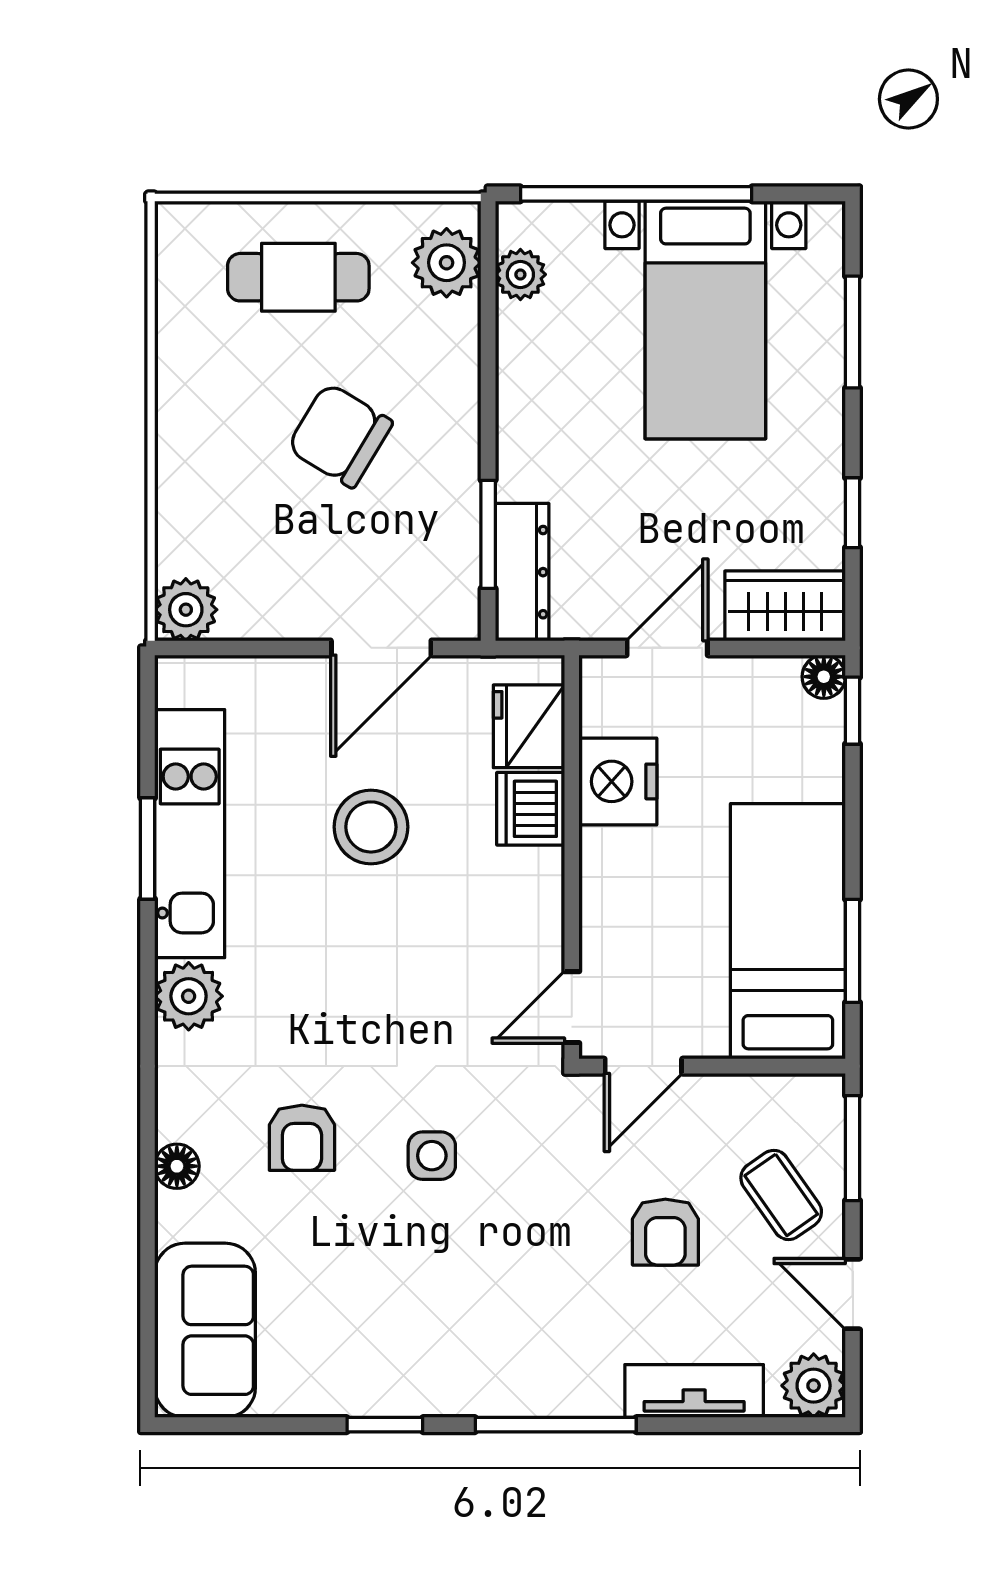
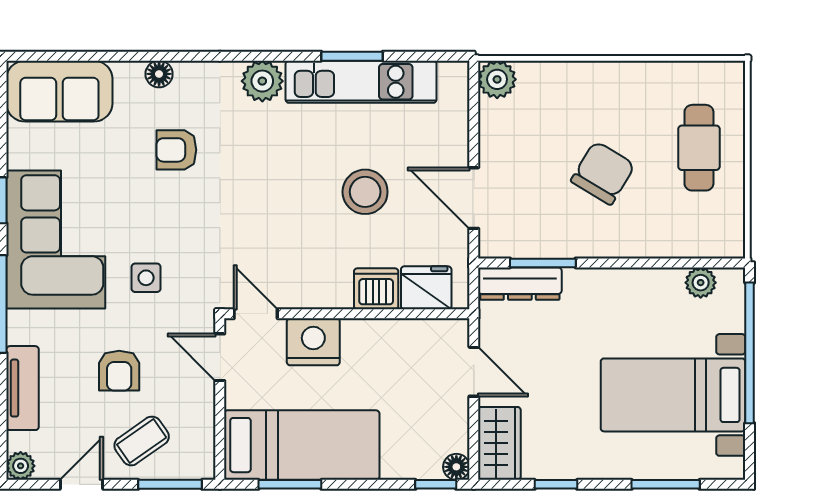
plant: (447, 263) -> (708, 238), removed
nightstand: (618, 781) -> (313, 342), moved
side table: (432, 1156) -> (146, 278), moved
armchair: (665, 1232) -> (119, 371), turned -90
corner sofa: (449, 1336) -> (56, 239), added
plant: (814, 1386) -> (21, 466), width x0.73, depth x0.73

